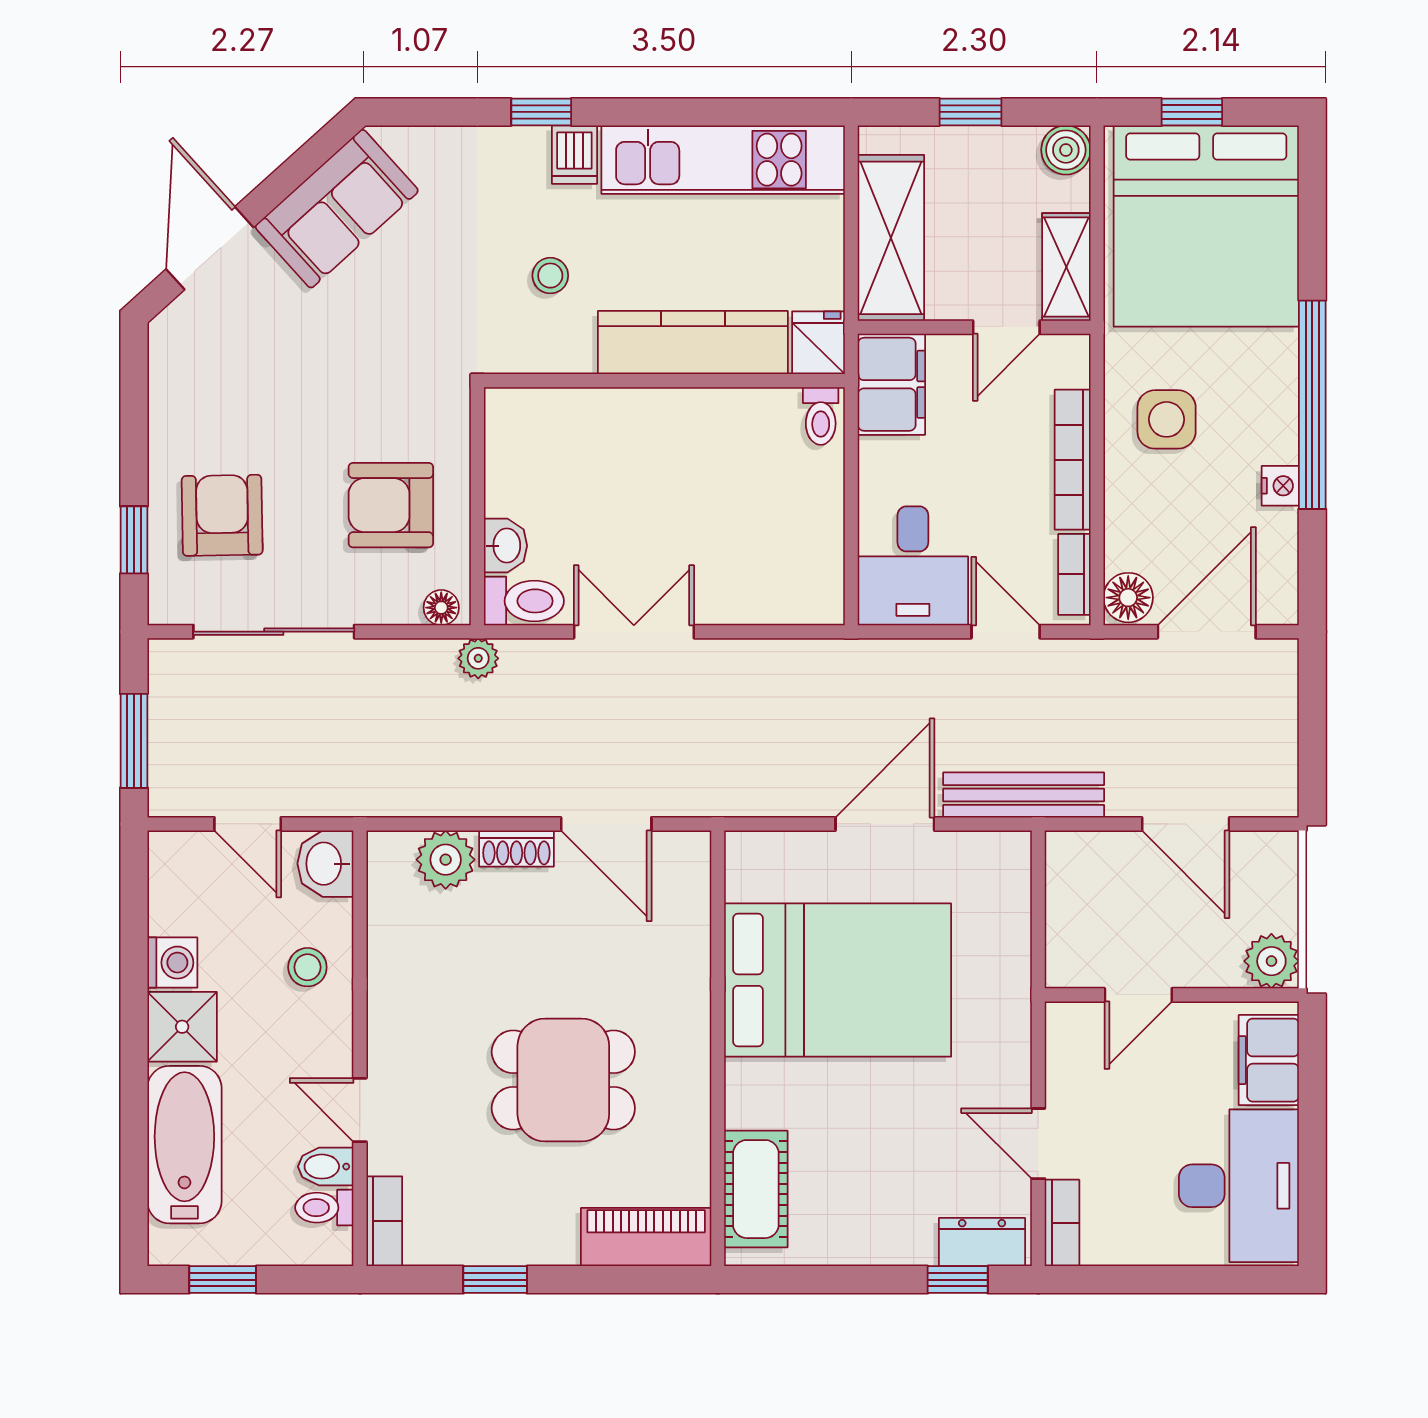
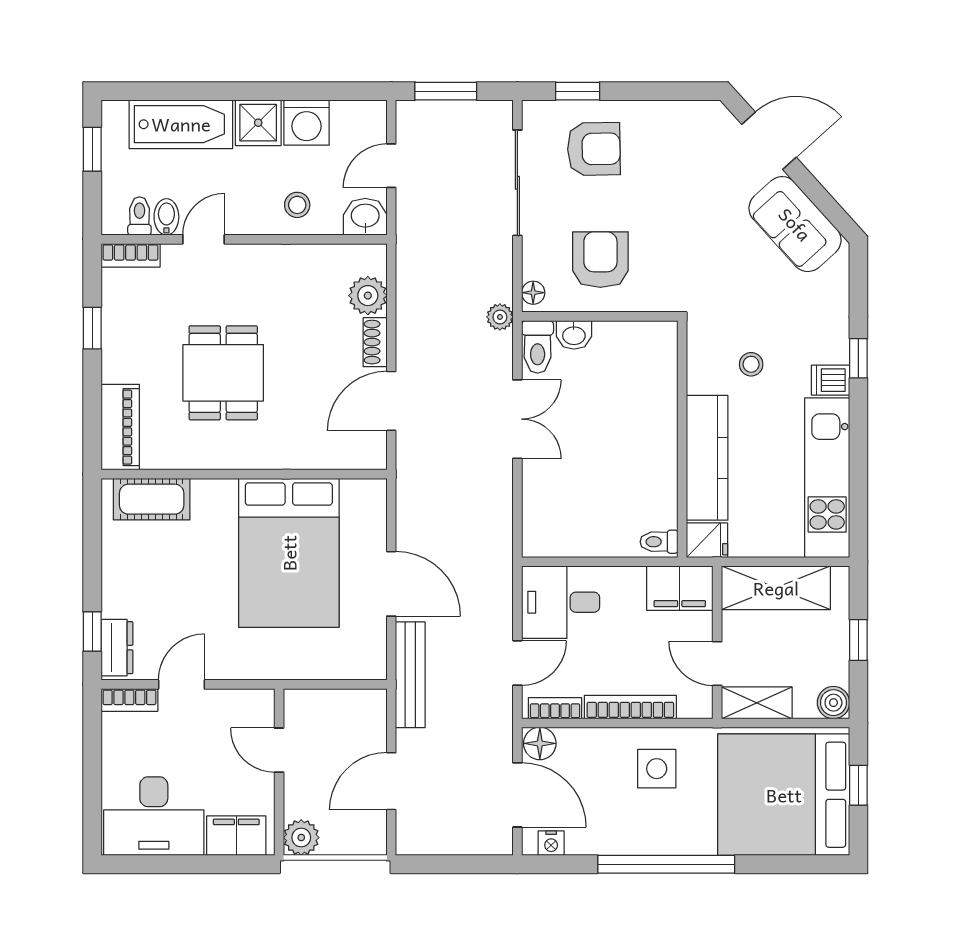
nightstand: (1280, 486) -> (551, 843), moved
washing machine: (172, 963) -> (306, 122), width x1.38, depth x1.38

